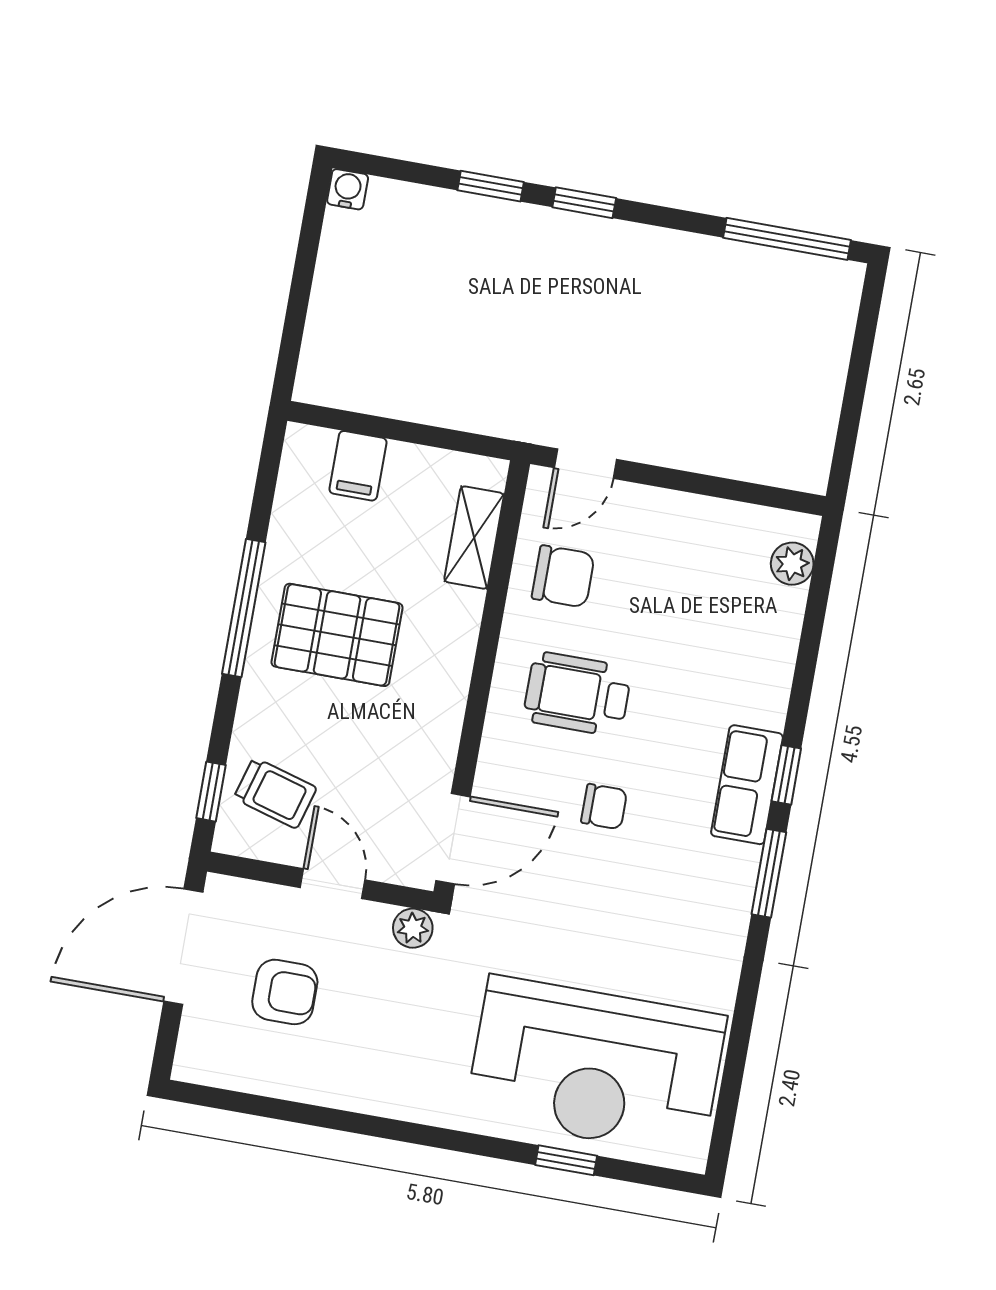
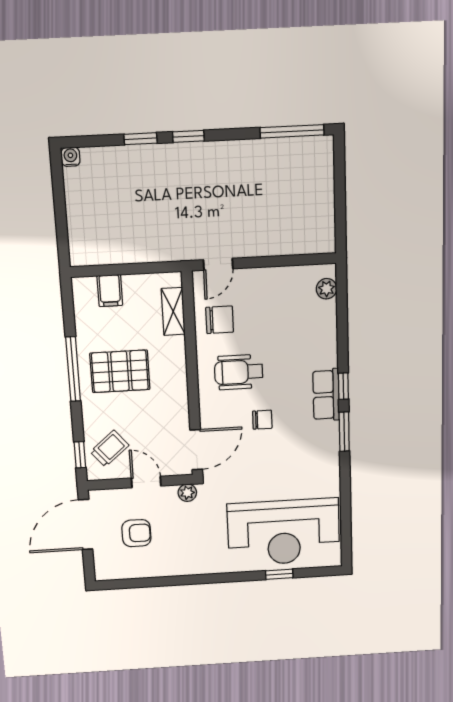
trolley: (275, 793) -> (110, 449), turned -56

